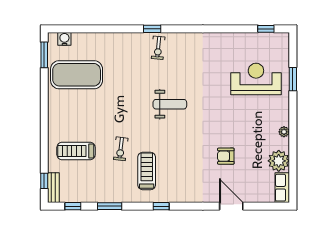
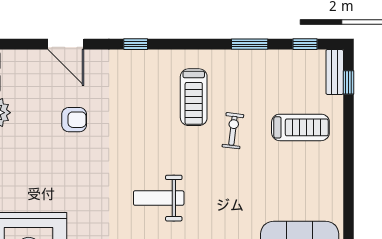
window: (161, 206) -> (136, 44), moved

